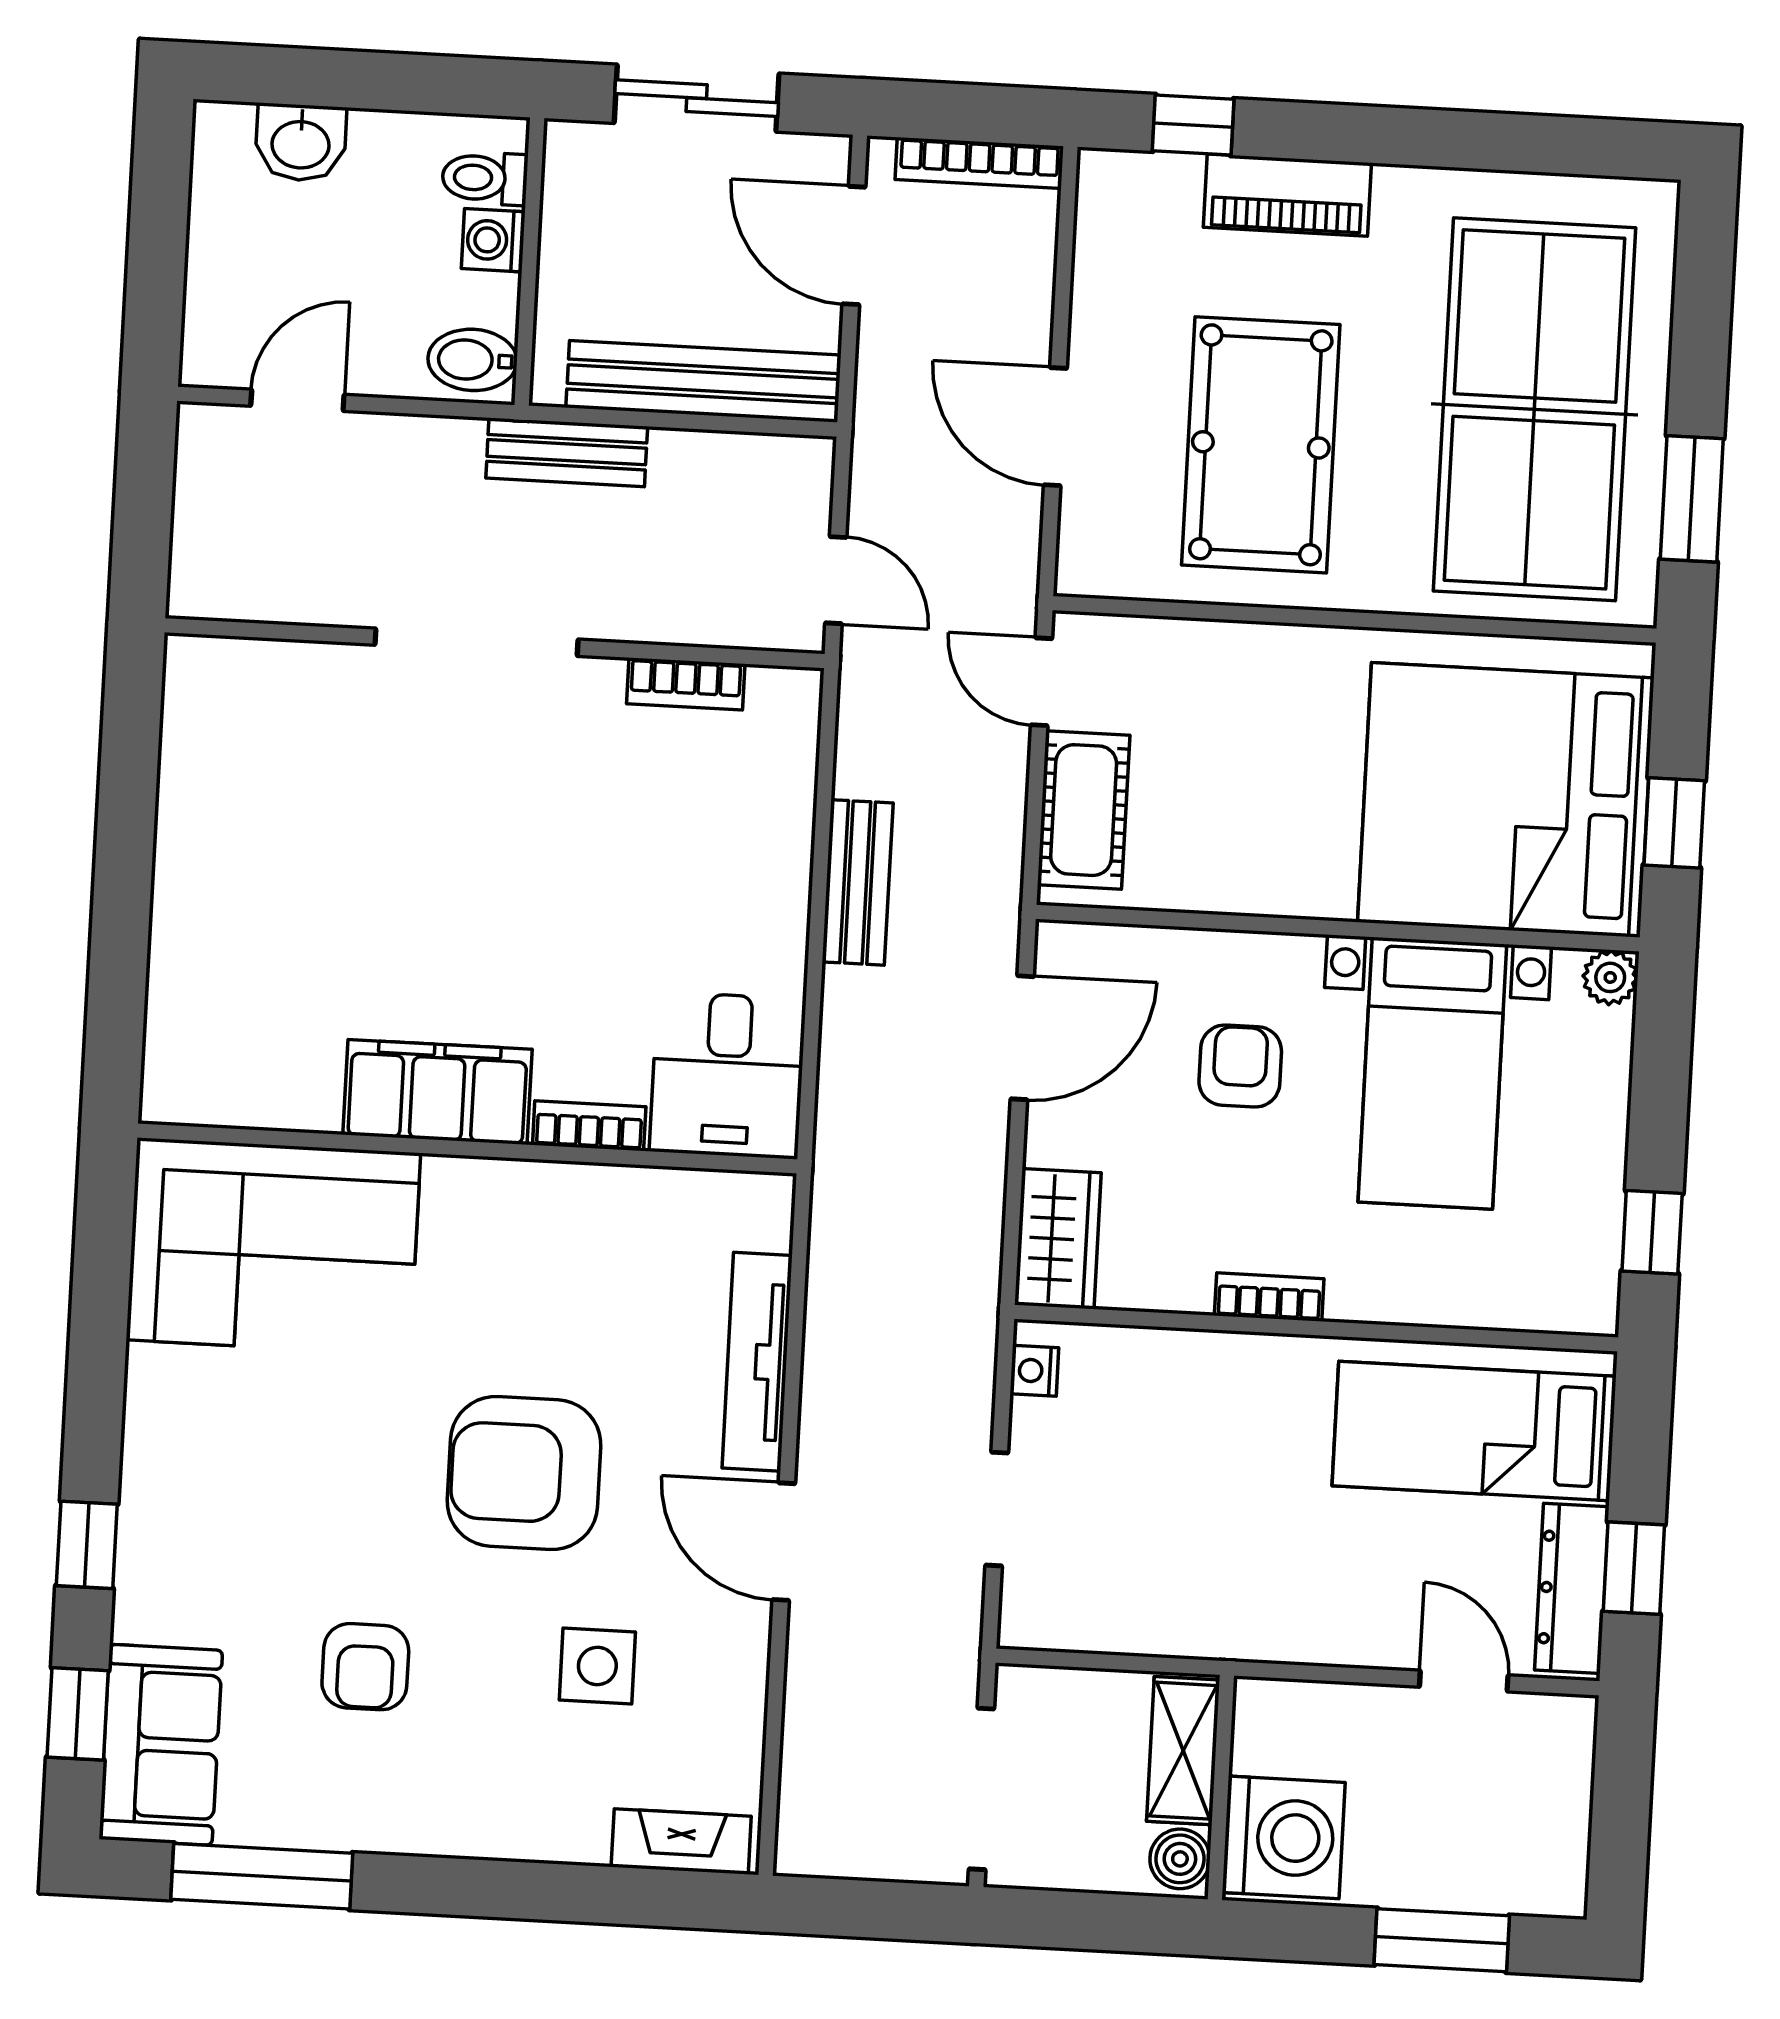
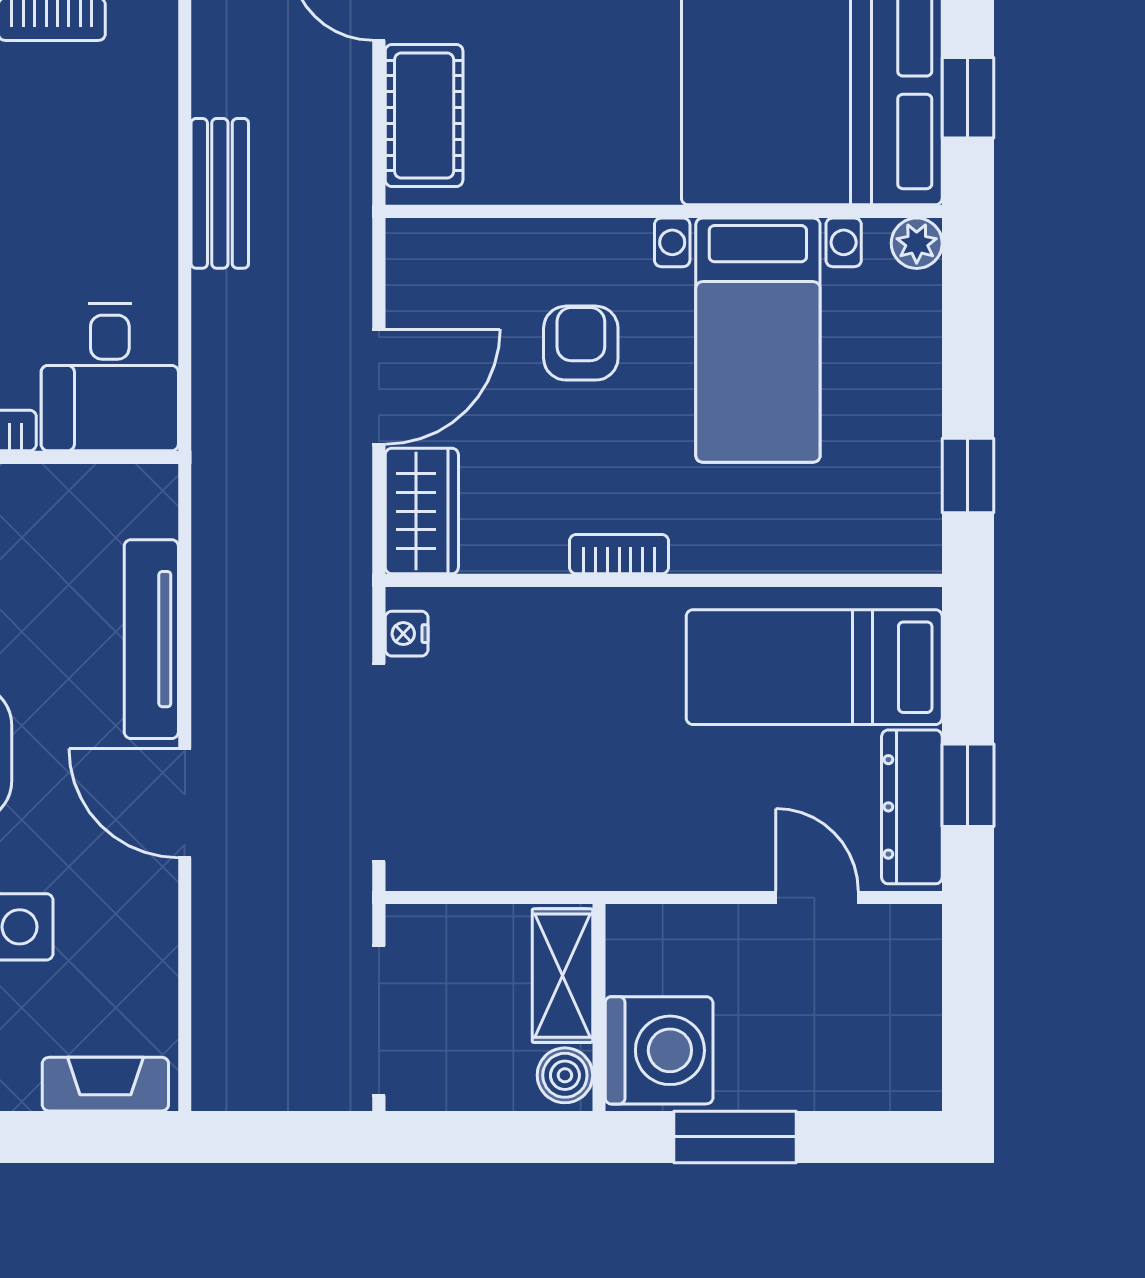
door: (1022, 1038) -> (379, 387), moved
doorway: (997, 1509) -> (379, 763), width x1.88
window: (1442, 1940) -> (735, 1137), moved

